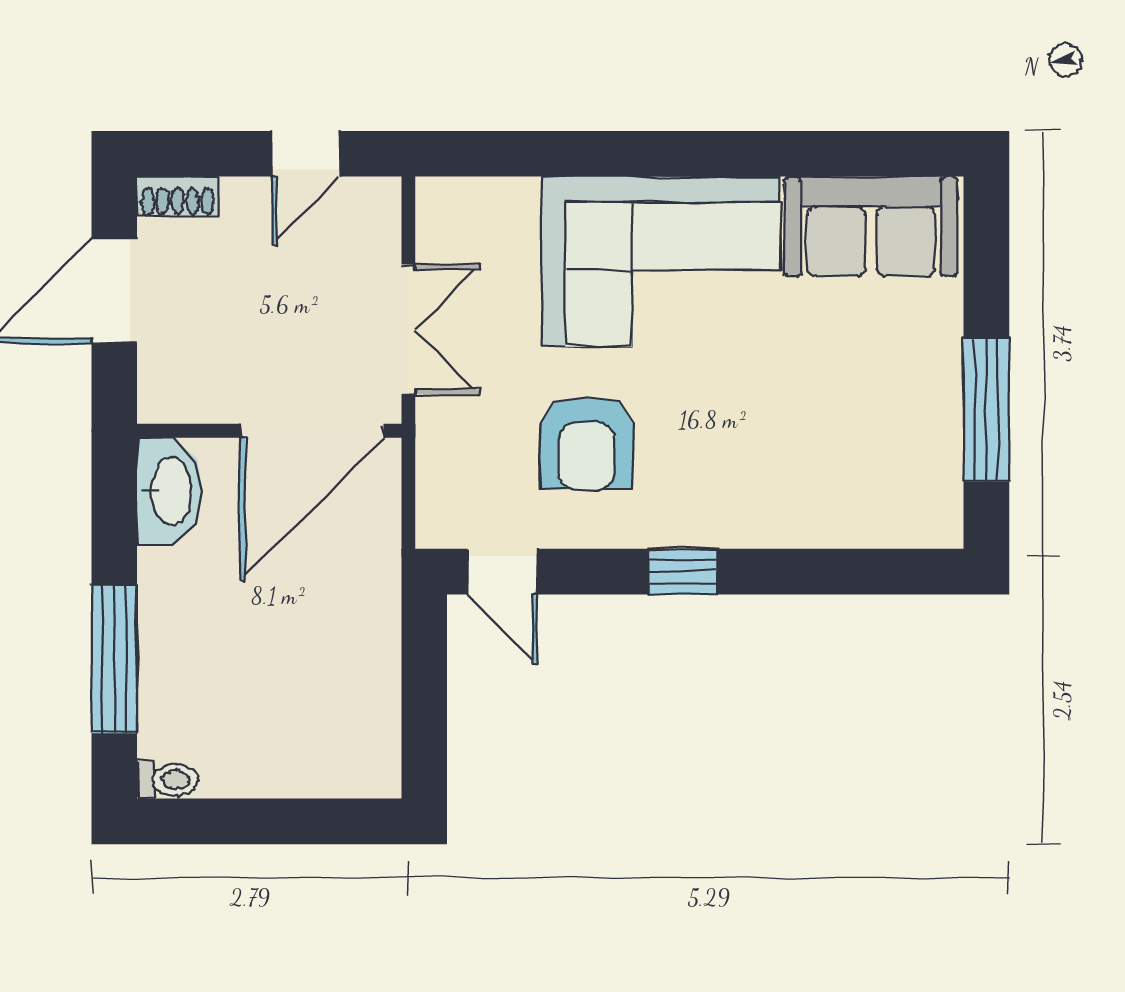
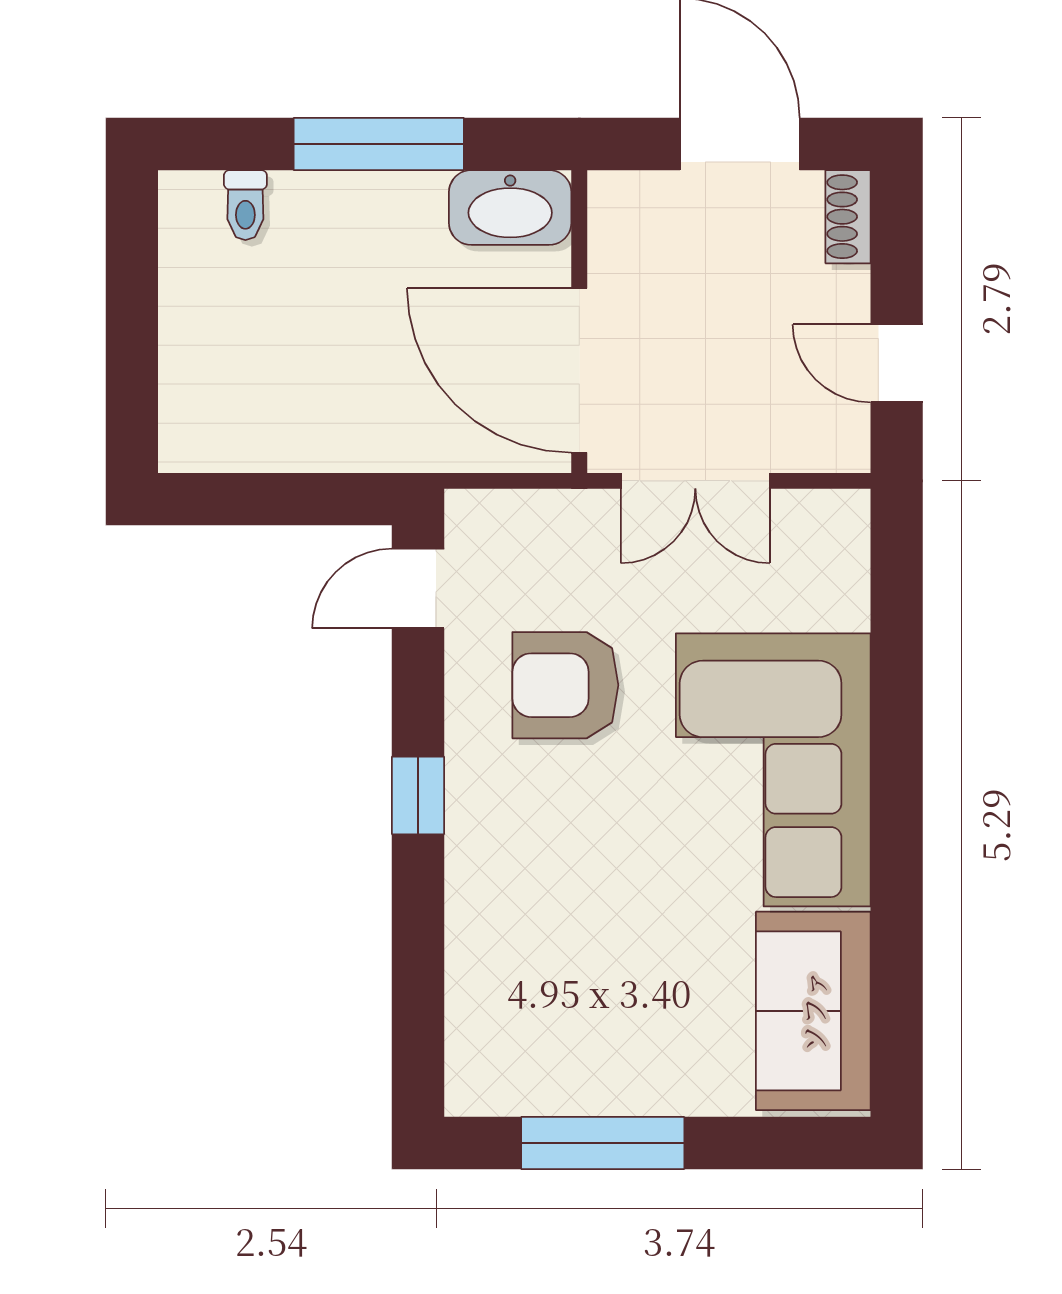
window: (114, 659) -> (379, 144), moved
toilet: (168, 780) -> (245, 205), moved

